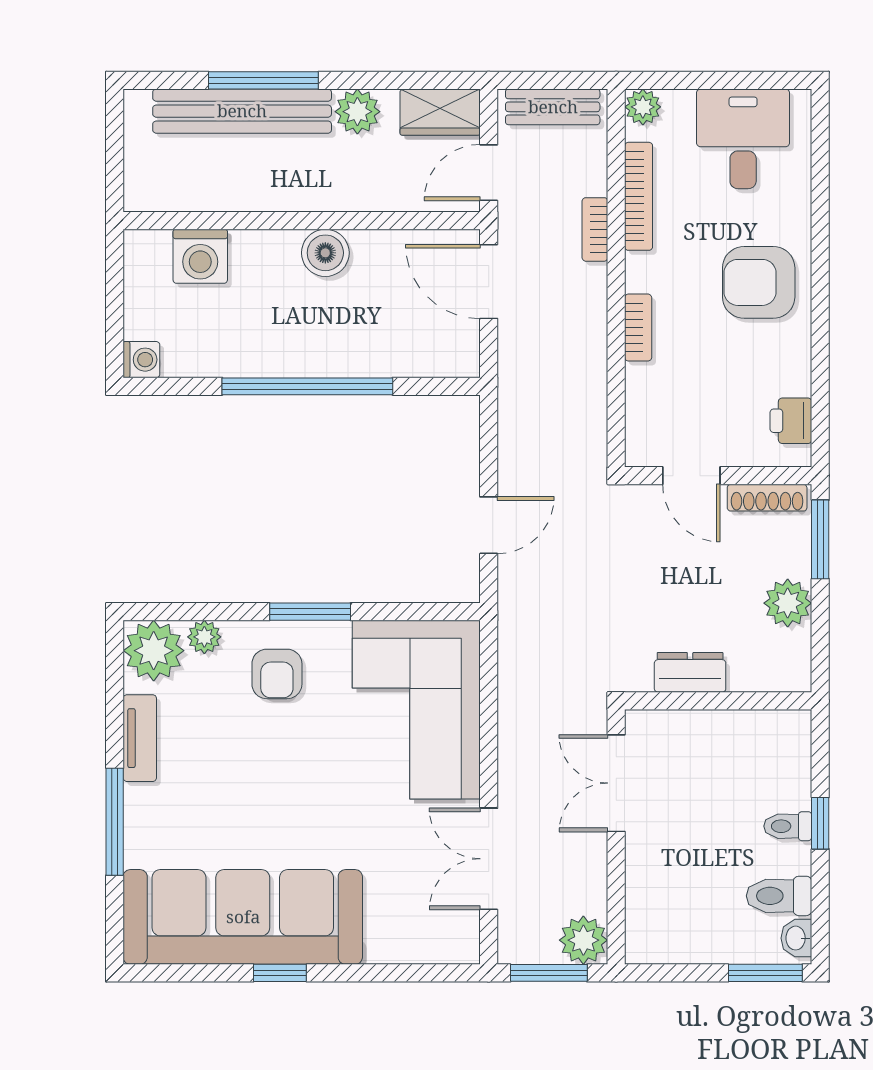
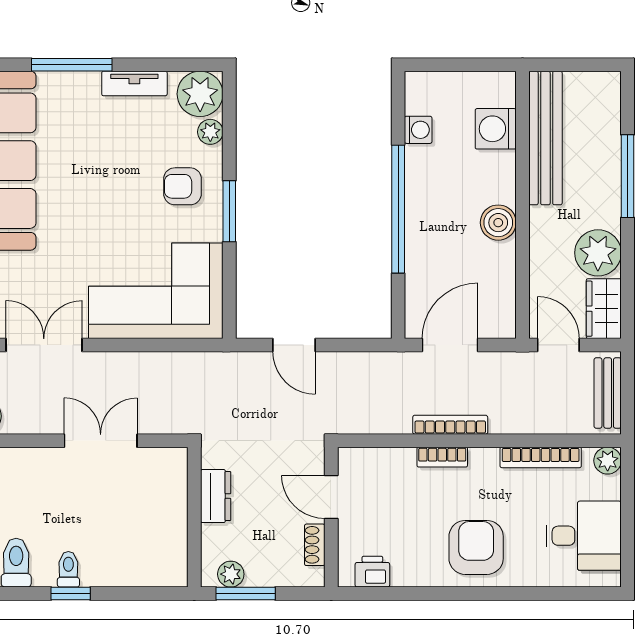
bench: (242, 111) -> (545, 138), moved
plant: (357, 112) -> (598, 253), width x1.36, depth x1.36
bookcase: (595, 229) -> (450, 425), moved, width x1.56
door: (489, 282) -> (450, 345), moved
washing machine: (141, 360) -> (418, 130), moved, turned -90
door: (691, 476) -> (331, 497), hinge flipped
shoe rack: (767, 498) -> (315, 545), width x0.70
window: (820, 539) -> (246, 594), moved
plant: (788, 603) -> (231, 574), width x0.73, depth x0.73
dresser: (690, 672) -> (216, 496), moved
wall: (718, 701) -> (194, 517), moved

